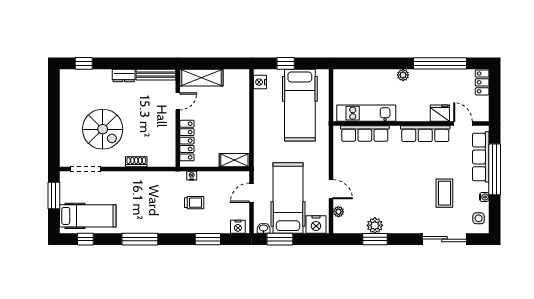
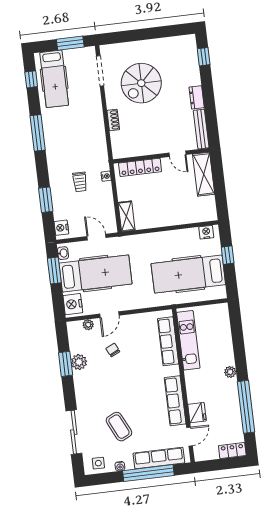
chair: (367, 190) -> (113, 350), added
coffee table: (444, 193) -> (119, 427), turned 64

